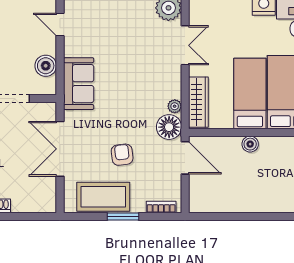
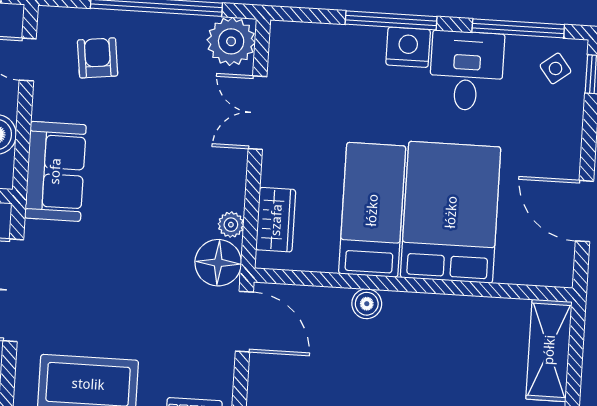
double door: (185, 45) -> (258, 113), swing flipped
wardrobe: (198, 102) -> (276, 220), width x0.67
armchair: (122, 155) -> (98, 58), moved

